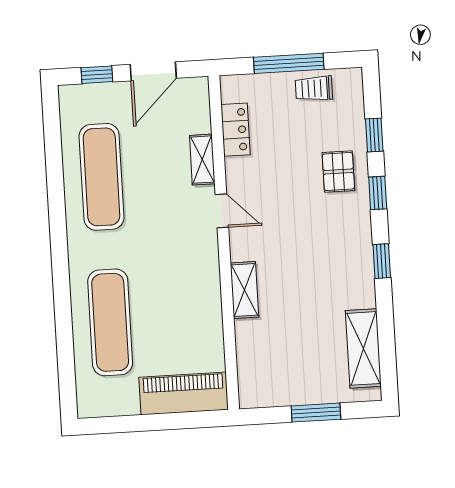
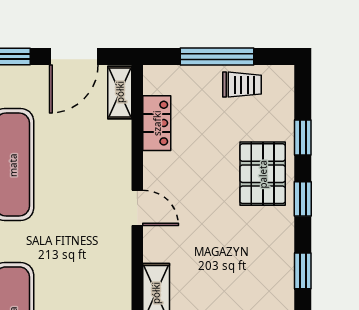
trolley: (314, 88) -> (242, 85), turned 180
shelving: (202, 160) -> (120, 92), moved
pallet: (338, 171) -> (263, 174), width x1.50, depth x1.42

